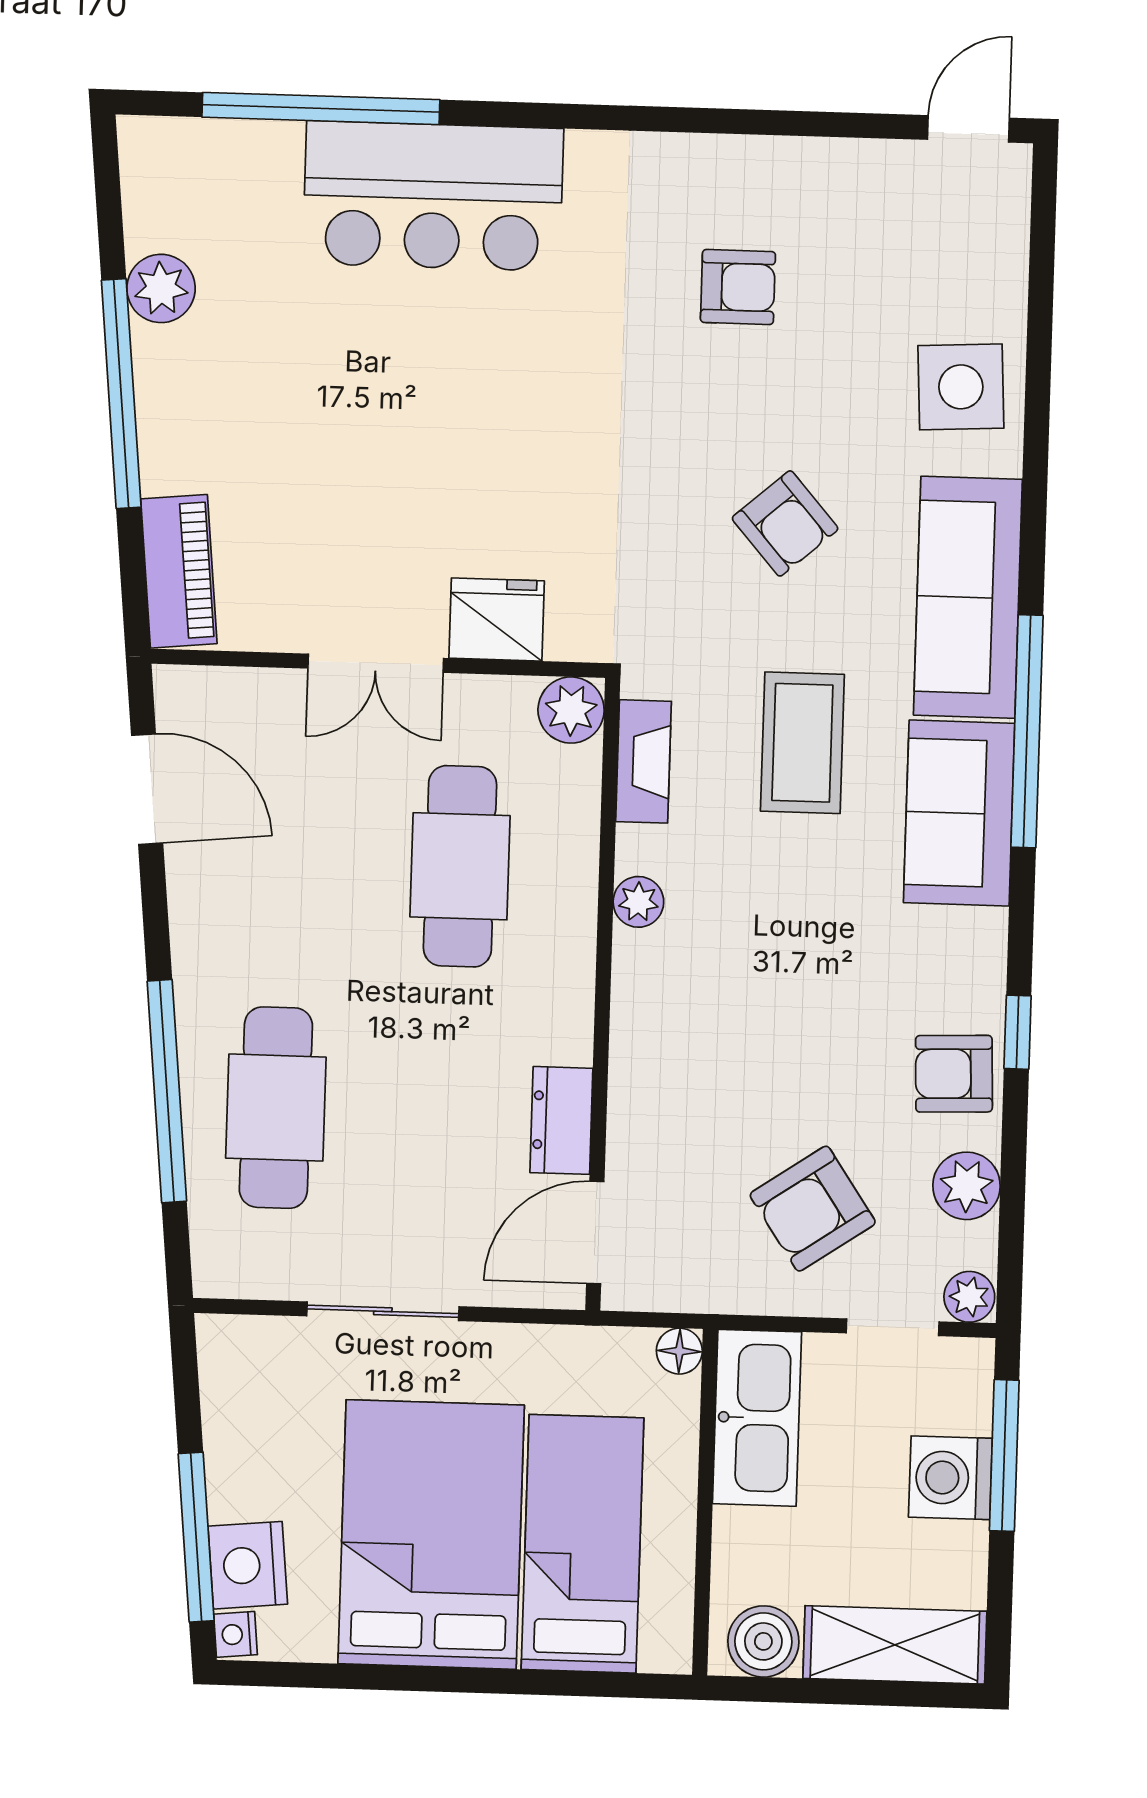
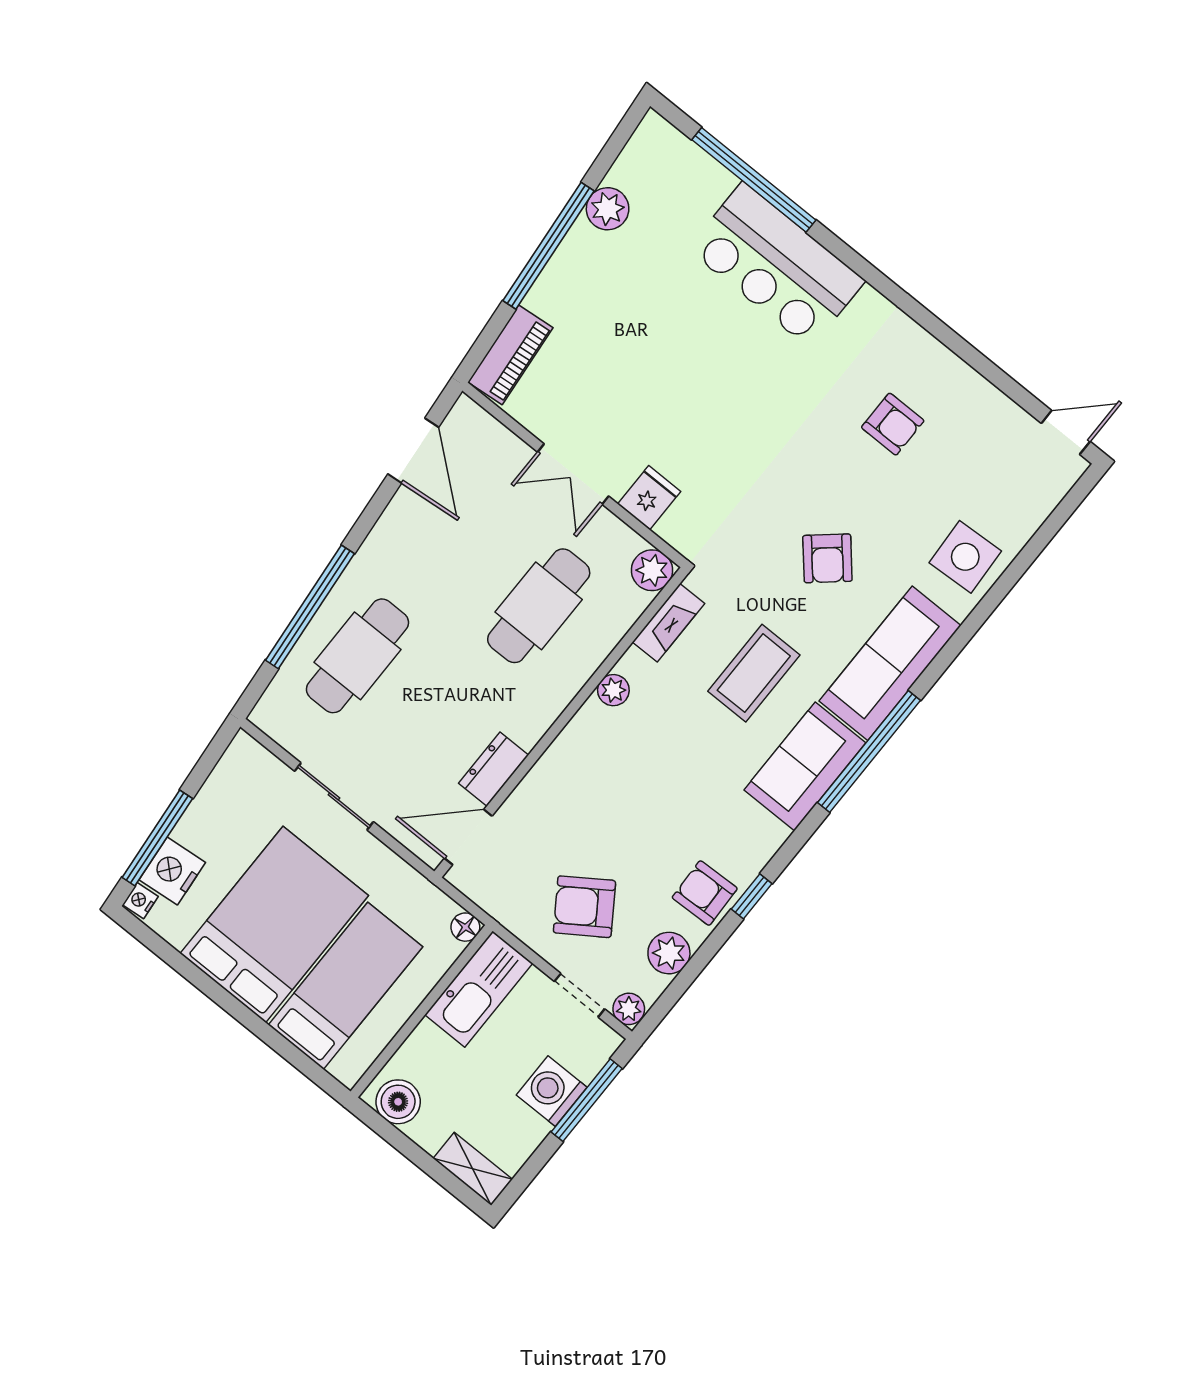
fridge: (497, 620) -> (649, 498), width x0.72
shelving: (895, 1645) -> (473, 1169), width x0.67, depth x0.75

